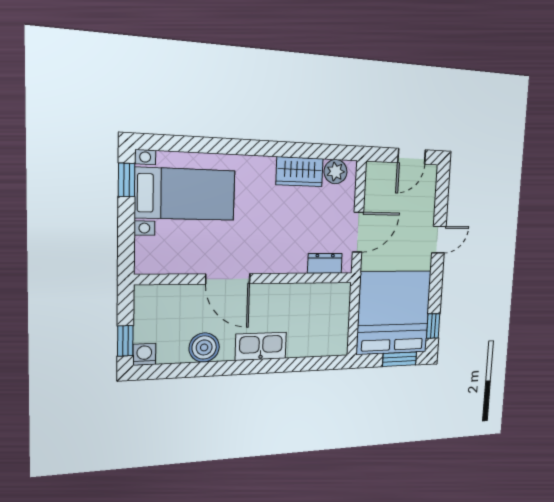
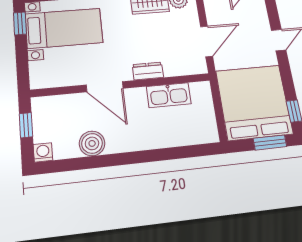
dresser: (325, 263) -> (148, 71), moved
window: (125, 341) -> (26, 125), moved
kitchen sink: (261, 346) -> (169, 95), moved, turned 180

